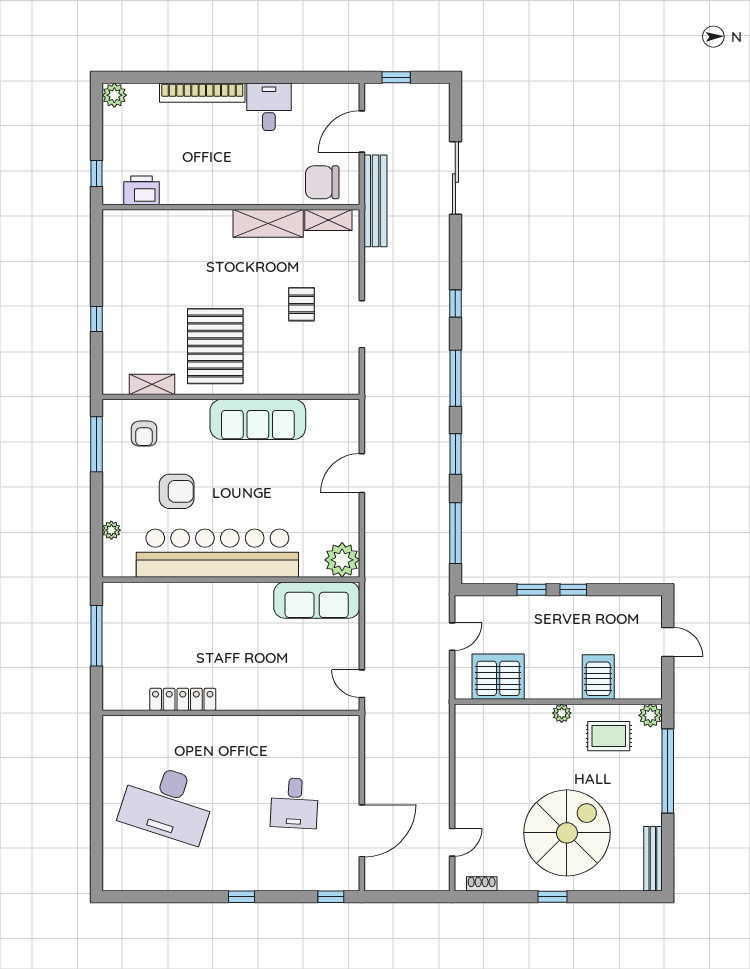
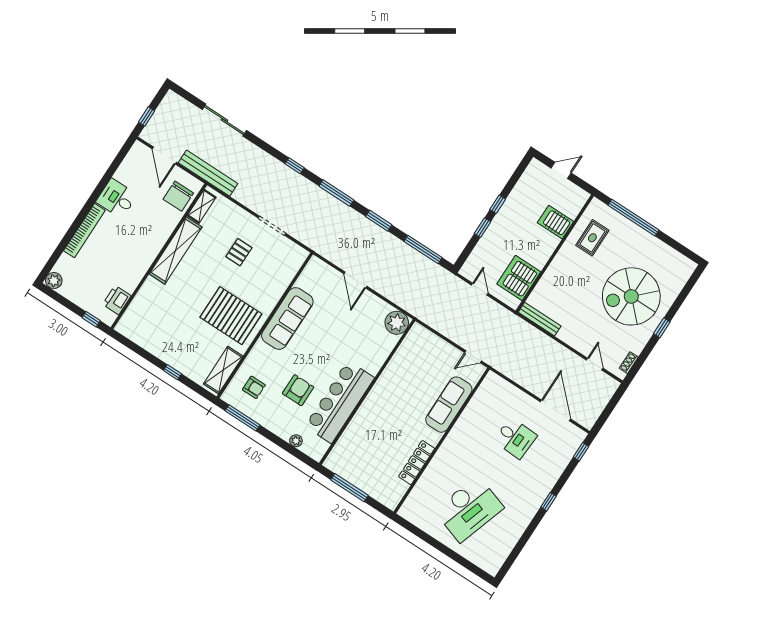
shelving: (268, 223) -> (176, 250), width x1.47
pallet: (301, 304) -> (239, 252), turned 90
shelving: (152, 384) -> (223, 370), width x1.50, depth x1.33
bar counter: (217, 553) -> (340, 402), width x0.73
sofa: (317, 600) -> (449, 405), moved, turned 180
plant: (562, 713) -> (562, 256), removed
plant: (650, 715) -> (596, 207), removed
spiral stairs: (567, 833) -> (631, 296), turned -90
bench: (653, 859) -> (540, 319), moved

